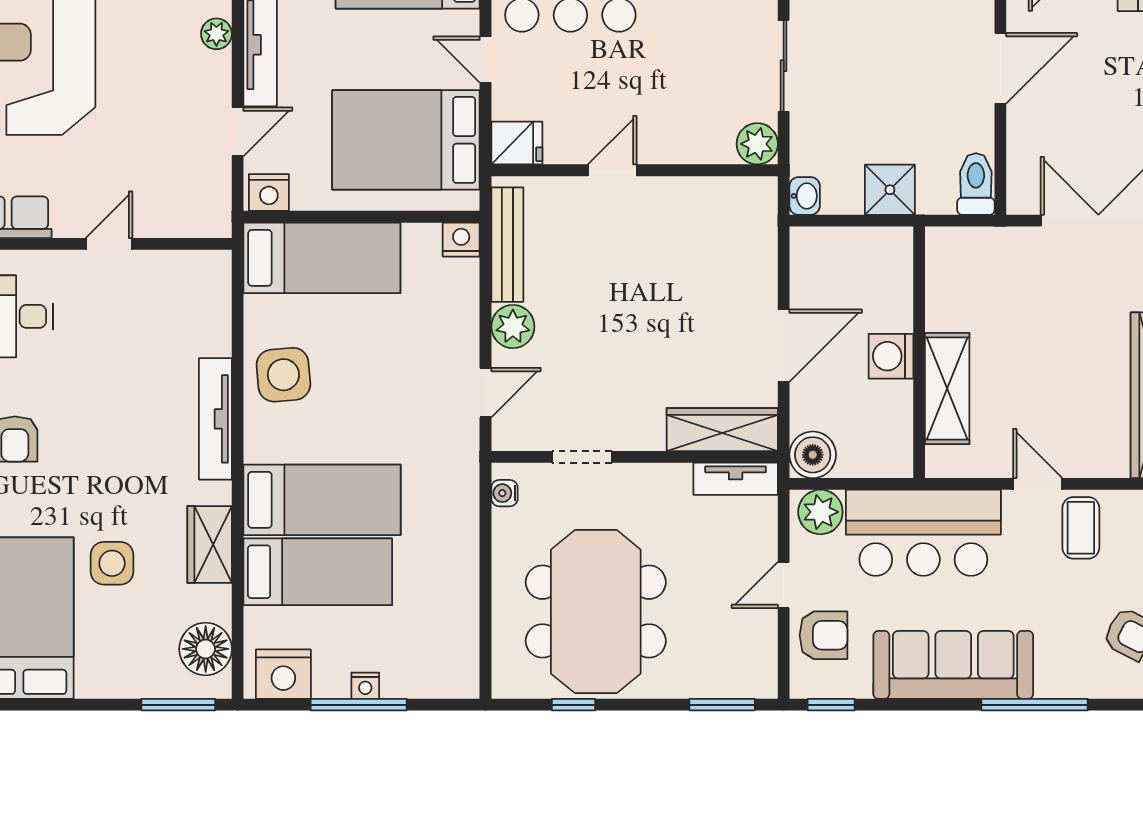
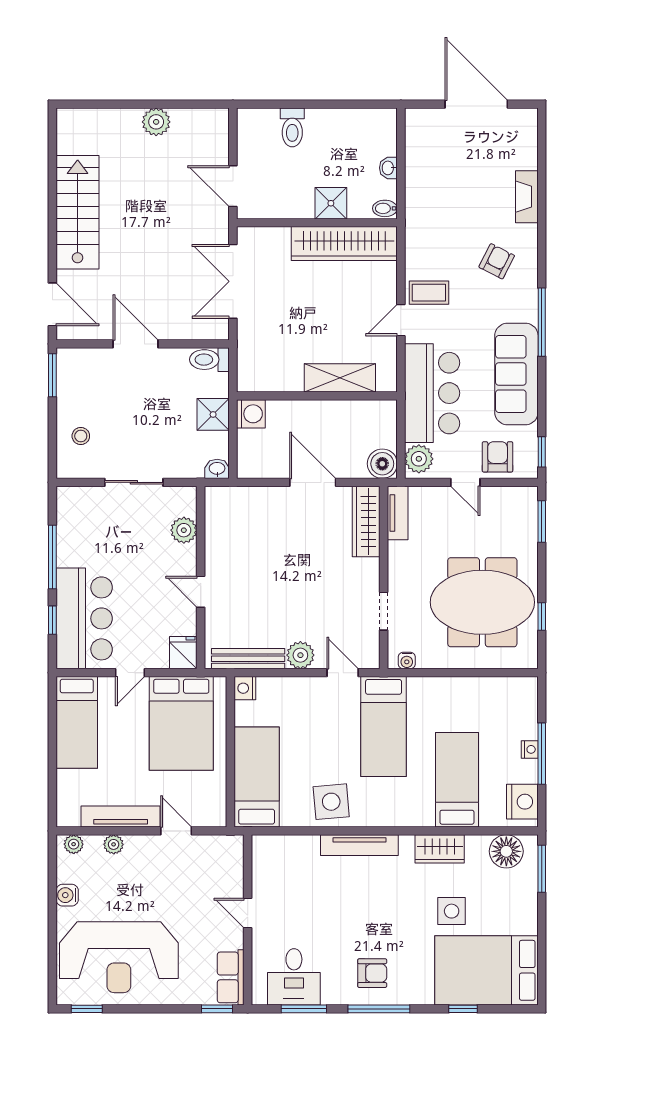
plant: (757, 144) -> (184, 530), moved
nightstand: (269, 192) -> (215, 811), removed
washing machine: (891, 356) -> (251, 414), moved, turned -90
bed: (322, 500) -> (384, 727), moved, turned 180

